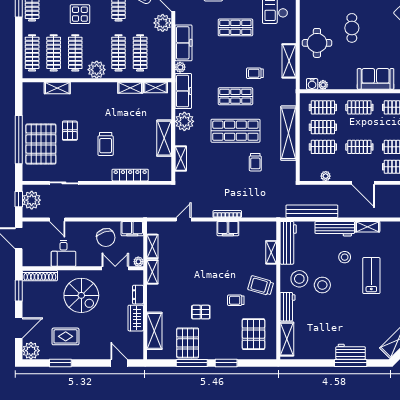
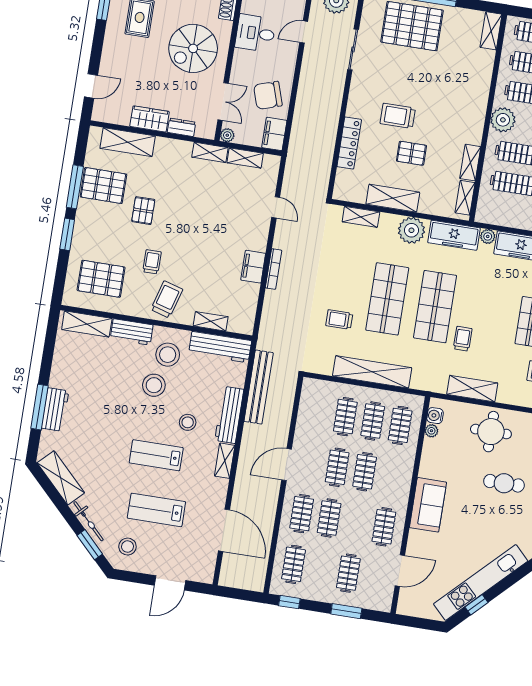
shelving: (57, 88) -> (491, 31), moved
shop shelf: (235, 96) -> (435, 307), width x1.43, depth x1.36
clothes rail: (359, 107) -> (365, 472), moved
pallet: (70, 131) -> (411, 153), moved
plant: (326, 176) -> (304, 414), removed
lab bench: (371, 276) -> (156, 455), turned 180

